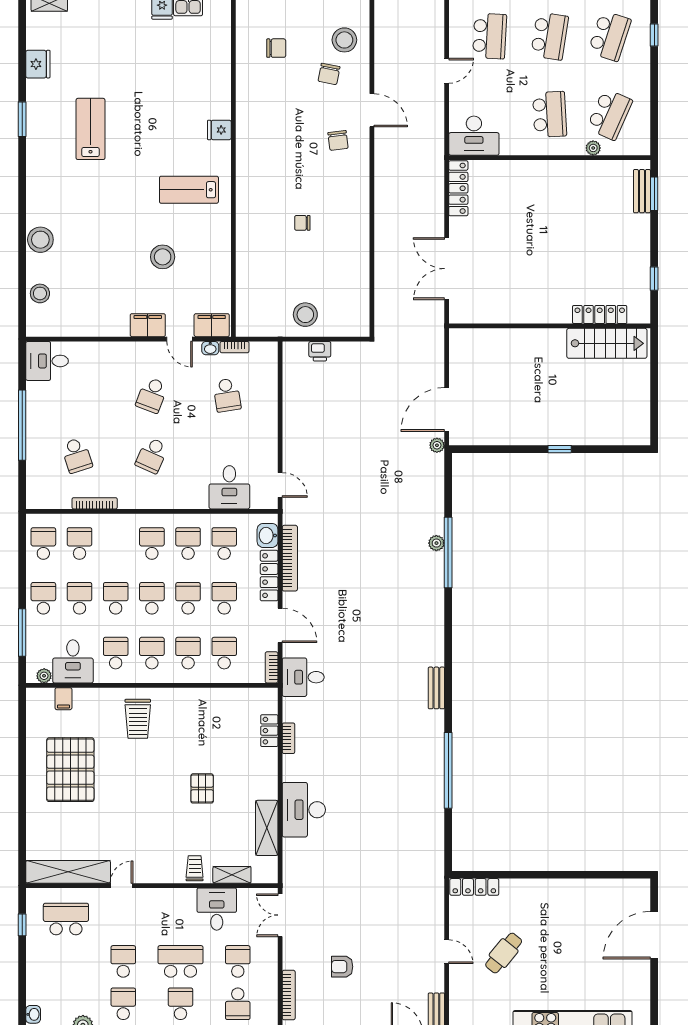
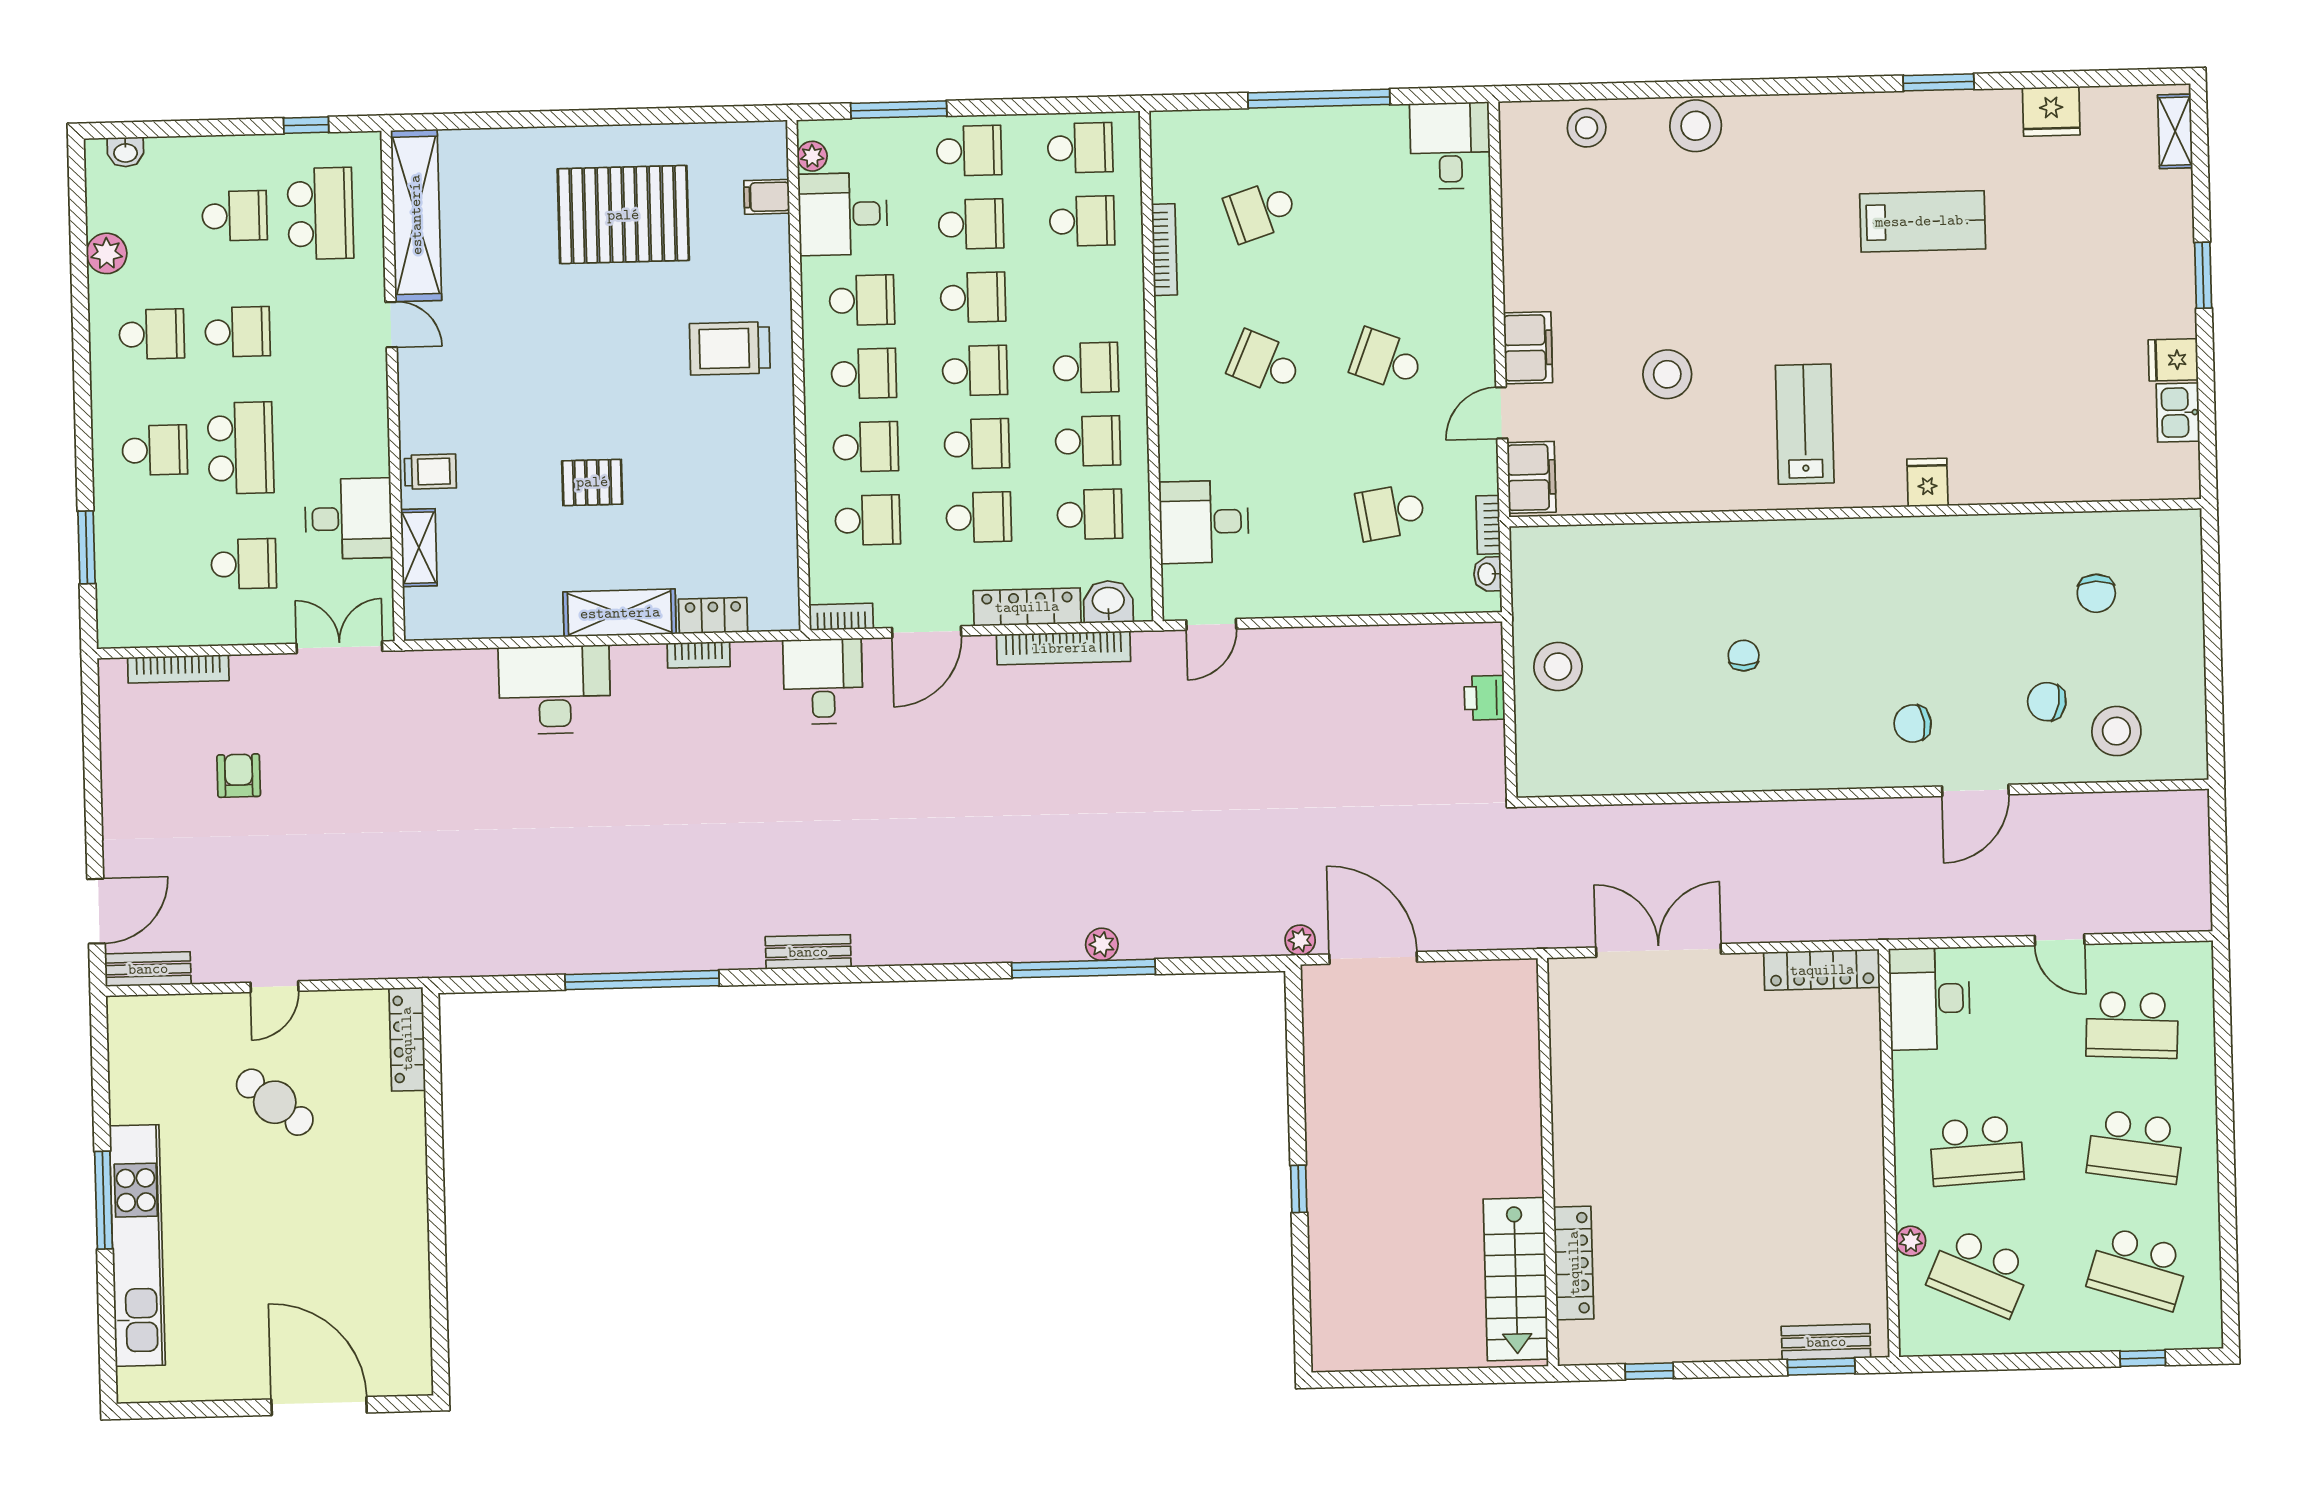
washbasin: (210, 348) -> (1488, 574), moved
shelving: (267, 828) -> (620, 613), moved
school desk: (238, 1004) -> (235, 216), moved, turned 180

